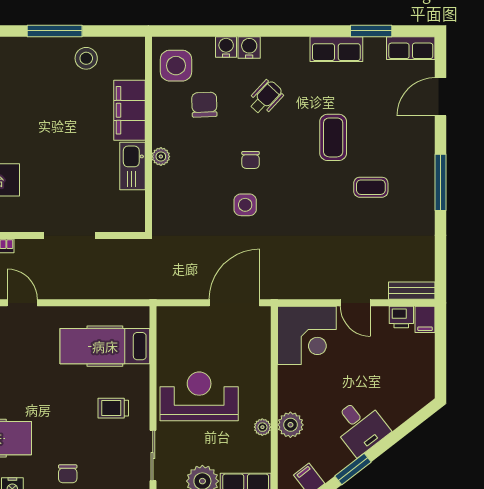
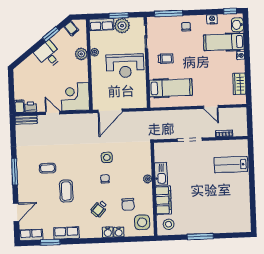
stool: (86, 58) -> (169, 224), moved

